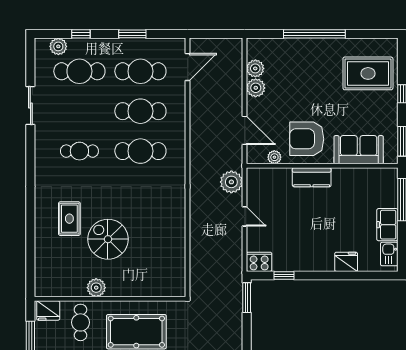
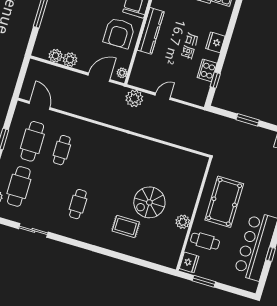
cafe table: (140, 111) -> (62, 150), width x0.73, depth x0.74
cafe table: (140, 151) -> (91, 159), removed
plant: (274, 157) -> (122, 73), moved
kitchen counter: (312, 177) -> (151, 31), width x1.50
cooker: (259, 262) -> (207, 70), moved
fridge: (346, 262) -> (215, 42), moved
window: (247, 298) -> (248, 120), moved

